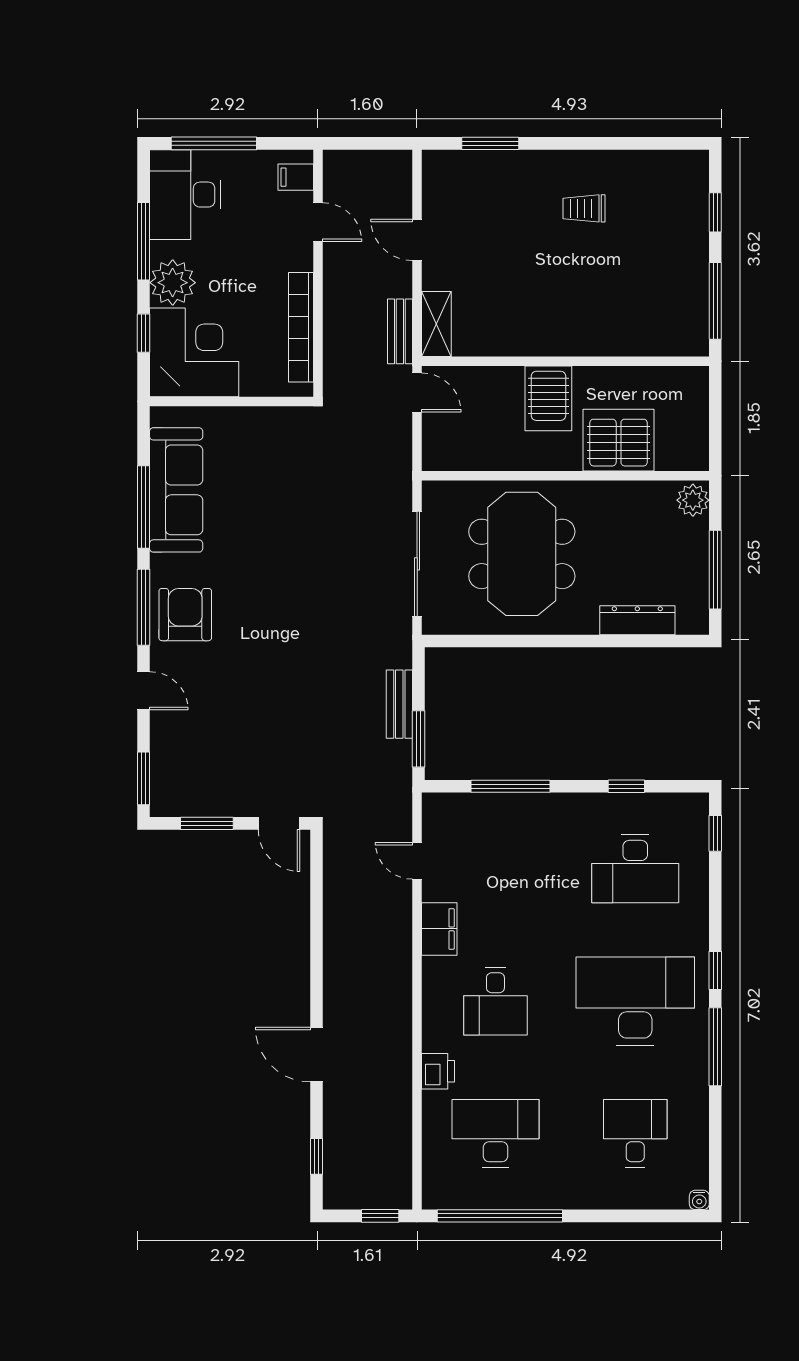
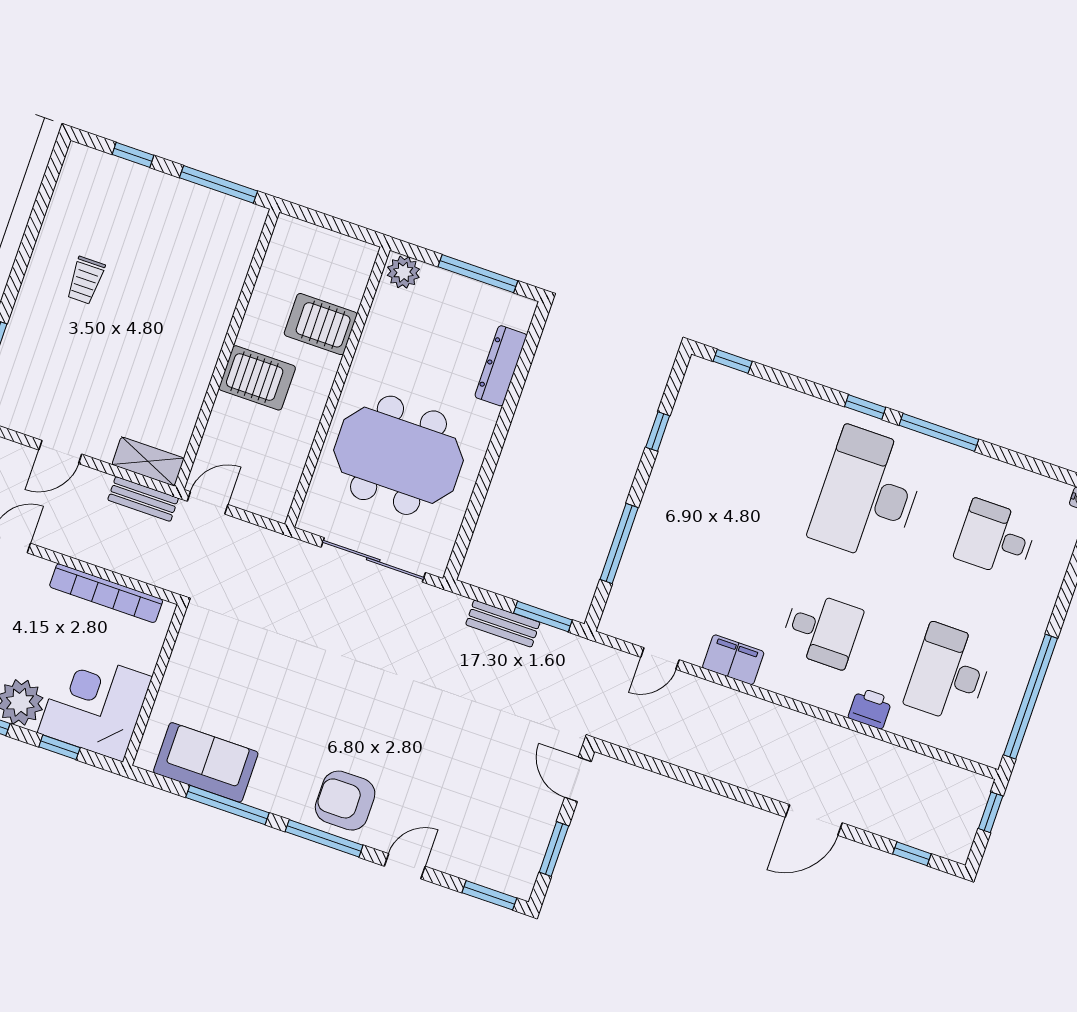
server rack: (619, 440) -> (321, 324), width x0.62
sofa: (176, 490) -> (206, 762), width x0.73
door: (279, 823) -> (578, 779), swing flipped
desk: (635, 869) -> (740, 450), removed

